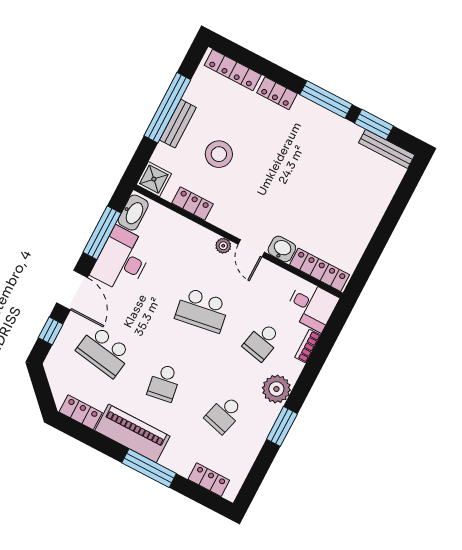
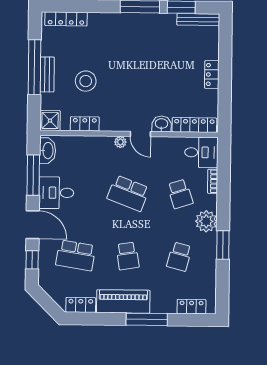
locker: (277, 93) -> (212, 75), moved, turned 90
desk: (122, 260) -> (56, 193), width x0.73
school desk: (202, 310) -> (128, 193), turned 30
school desk: (262, 342) -> (180, 194), turned -30

